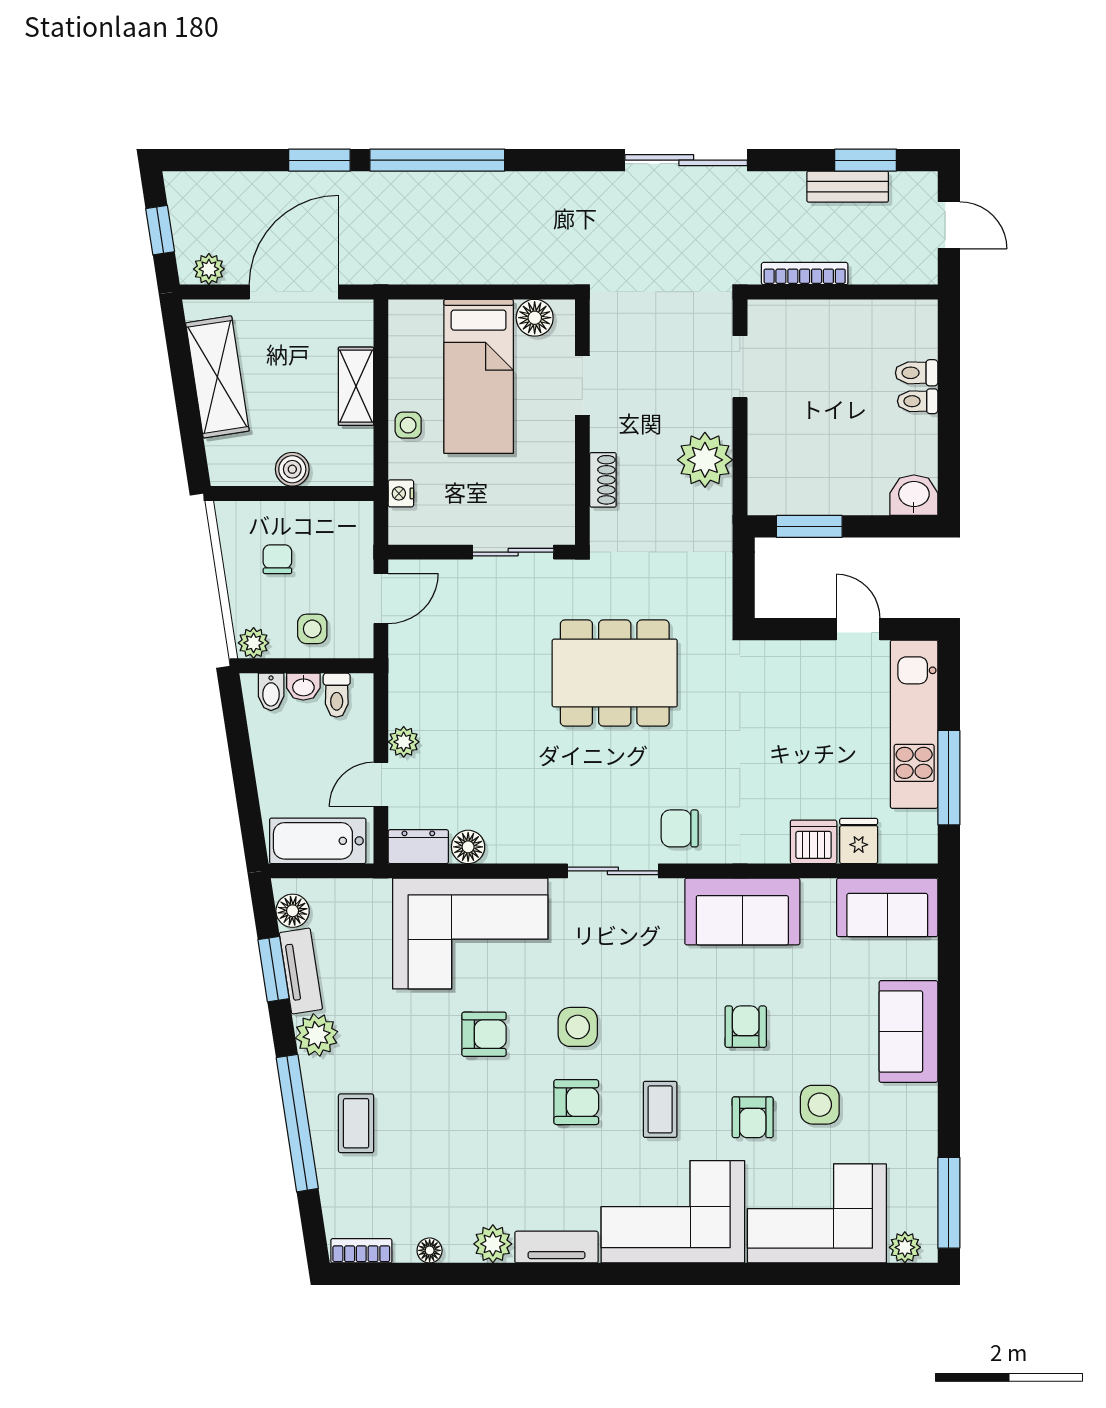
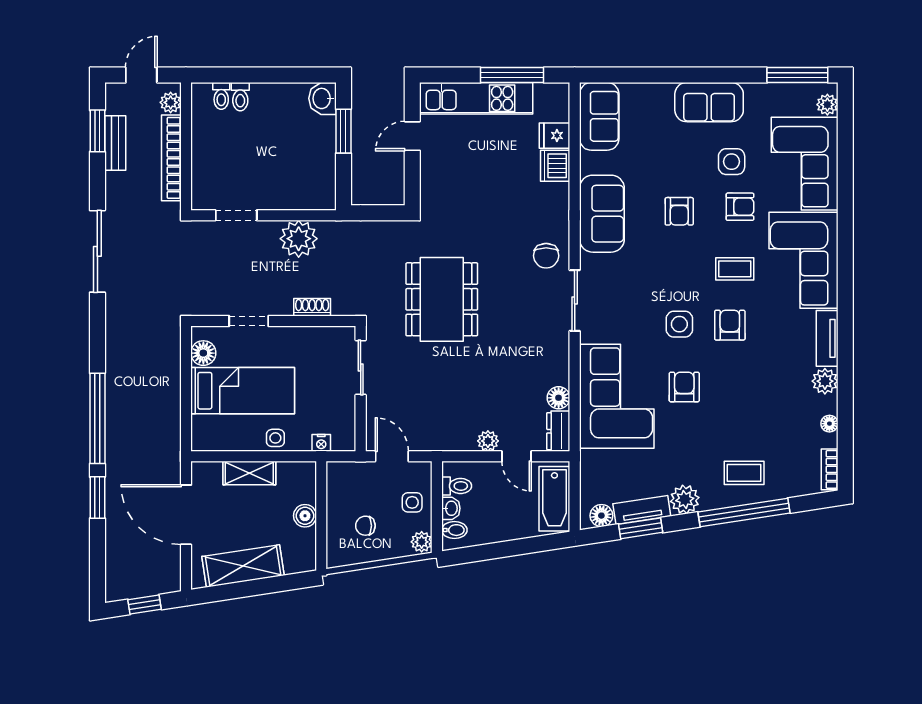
plant: (209, 269) -> (171, 102), moved
bookcase: (805, 274) -> (171, 158), width x1.48, depth x1.31
toilet: (918, 401) -> (221, 96), moved
window: (809, 526) -> (343, 131), moved
armchair: (746, 1027) -> (679, 211), turned -90
sofa: (908, 1031) -> (709, 102), moved

